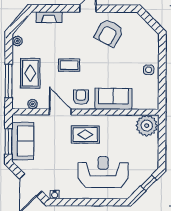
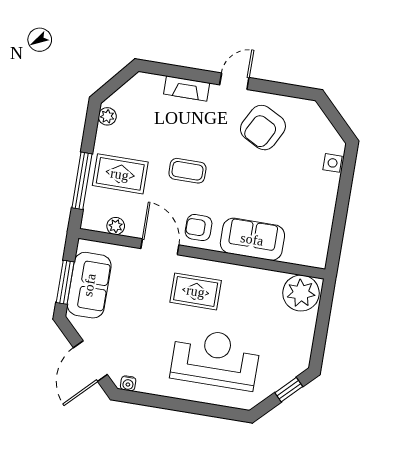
fireplace: (49, 17) -> (187, 89), moved
side table: (149, 70) -> (333, 163), moved
rug: (30, 73) -> (120, 174), turned 90
armchair: (81, 97) -> (199, 228), turned -90

